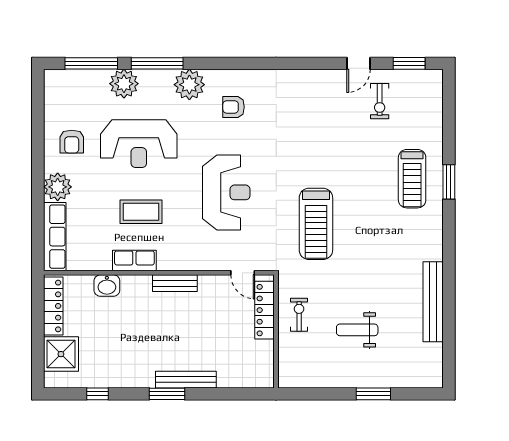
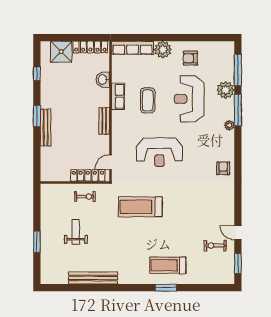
plant: (189, 85) -> (229, 125), width x0.53, depth x0.53
armchair: (234, 107) -> (223, 168), moved

